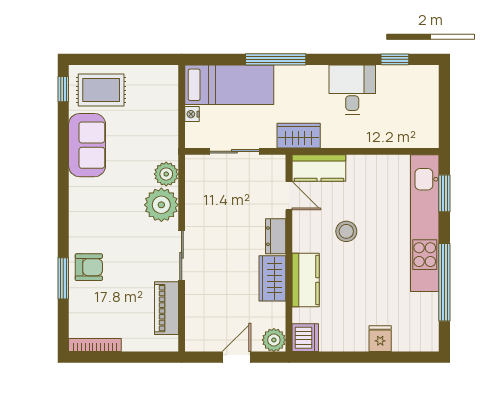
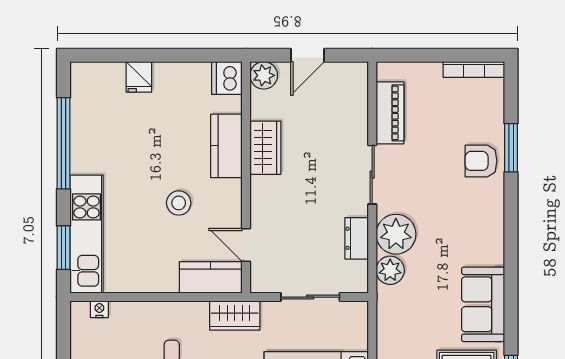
nightstand: (192, 114) -> (99, 309), moved, turned -90
kitchen unit: (425, 223) -> (87, 234), width x0.73
dresser: (276, 236) -> (357, 238), moved, turned 180

